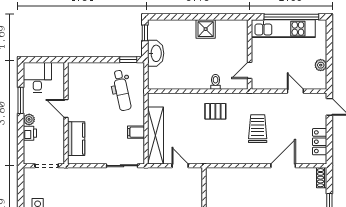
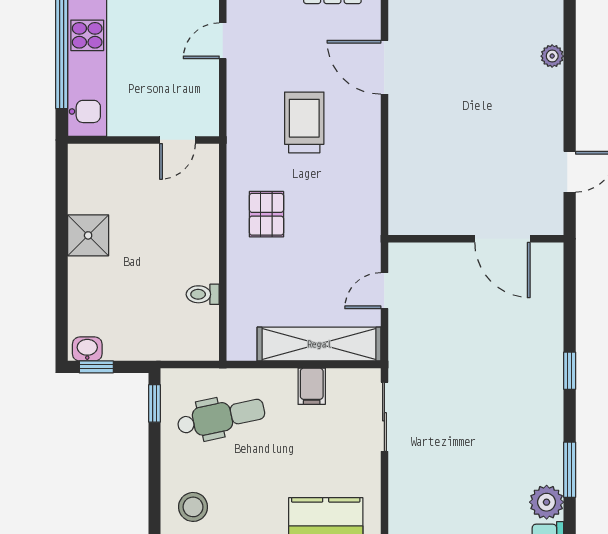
washbasin: (156, 53) -> (87, 349), moved, width x0.52, depth x0.69
door: (250, 70) -> (178, 140), hinge flipped
stool: (80, 77) -> (193, 507), added
toilet: (216, 82) -> (203, 294), moved
trolley: (258, 129) -> (304, 122), turned 90

